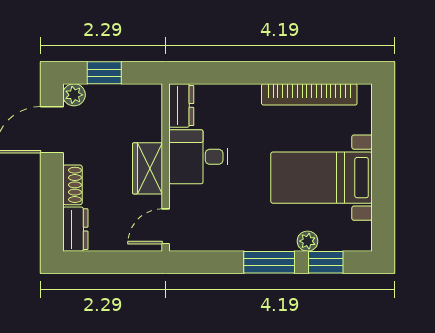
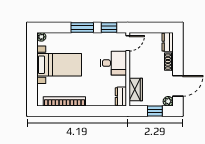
desk: (198, 157) -> (113, 63), moved
wardrobe: (148, 168) -> (136, 89), moved
plant: (308, 241) -> (41, 37), moved
window: (326, 262) -> (109, 27), moved

